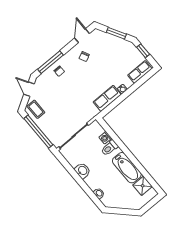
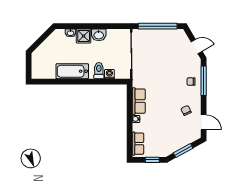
coffee table: (36, 109) -> (177, 39), removed
shower: (143, 186) -> (84, 36), moved

